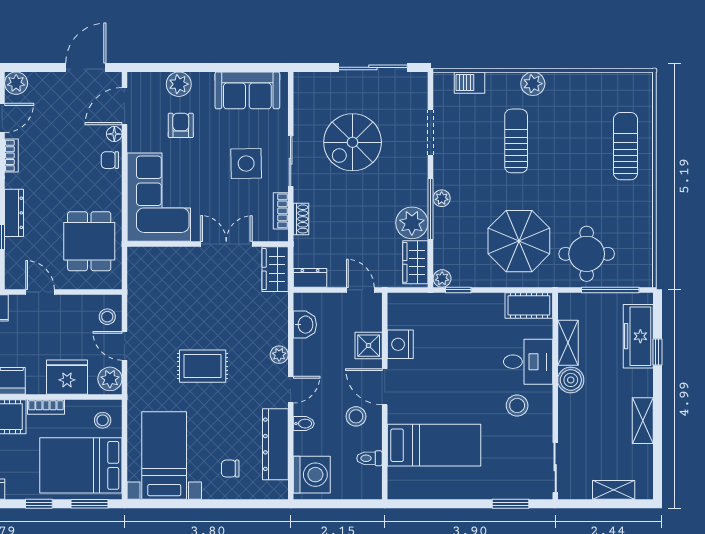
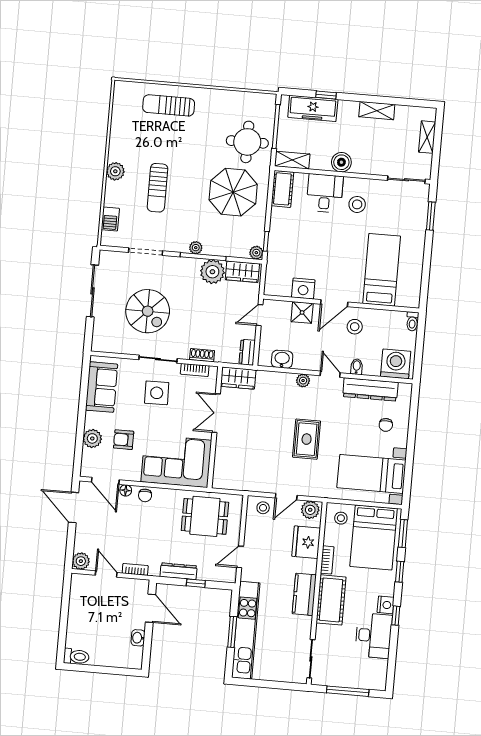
sun lounger: (516, 141) -> (157, 188), turned -90
shelving: (568, 343) -> (292, 160), moved
toilet: (370, 458) -> (412, 321), moved

